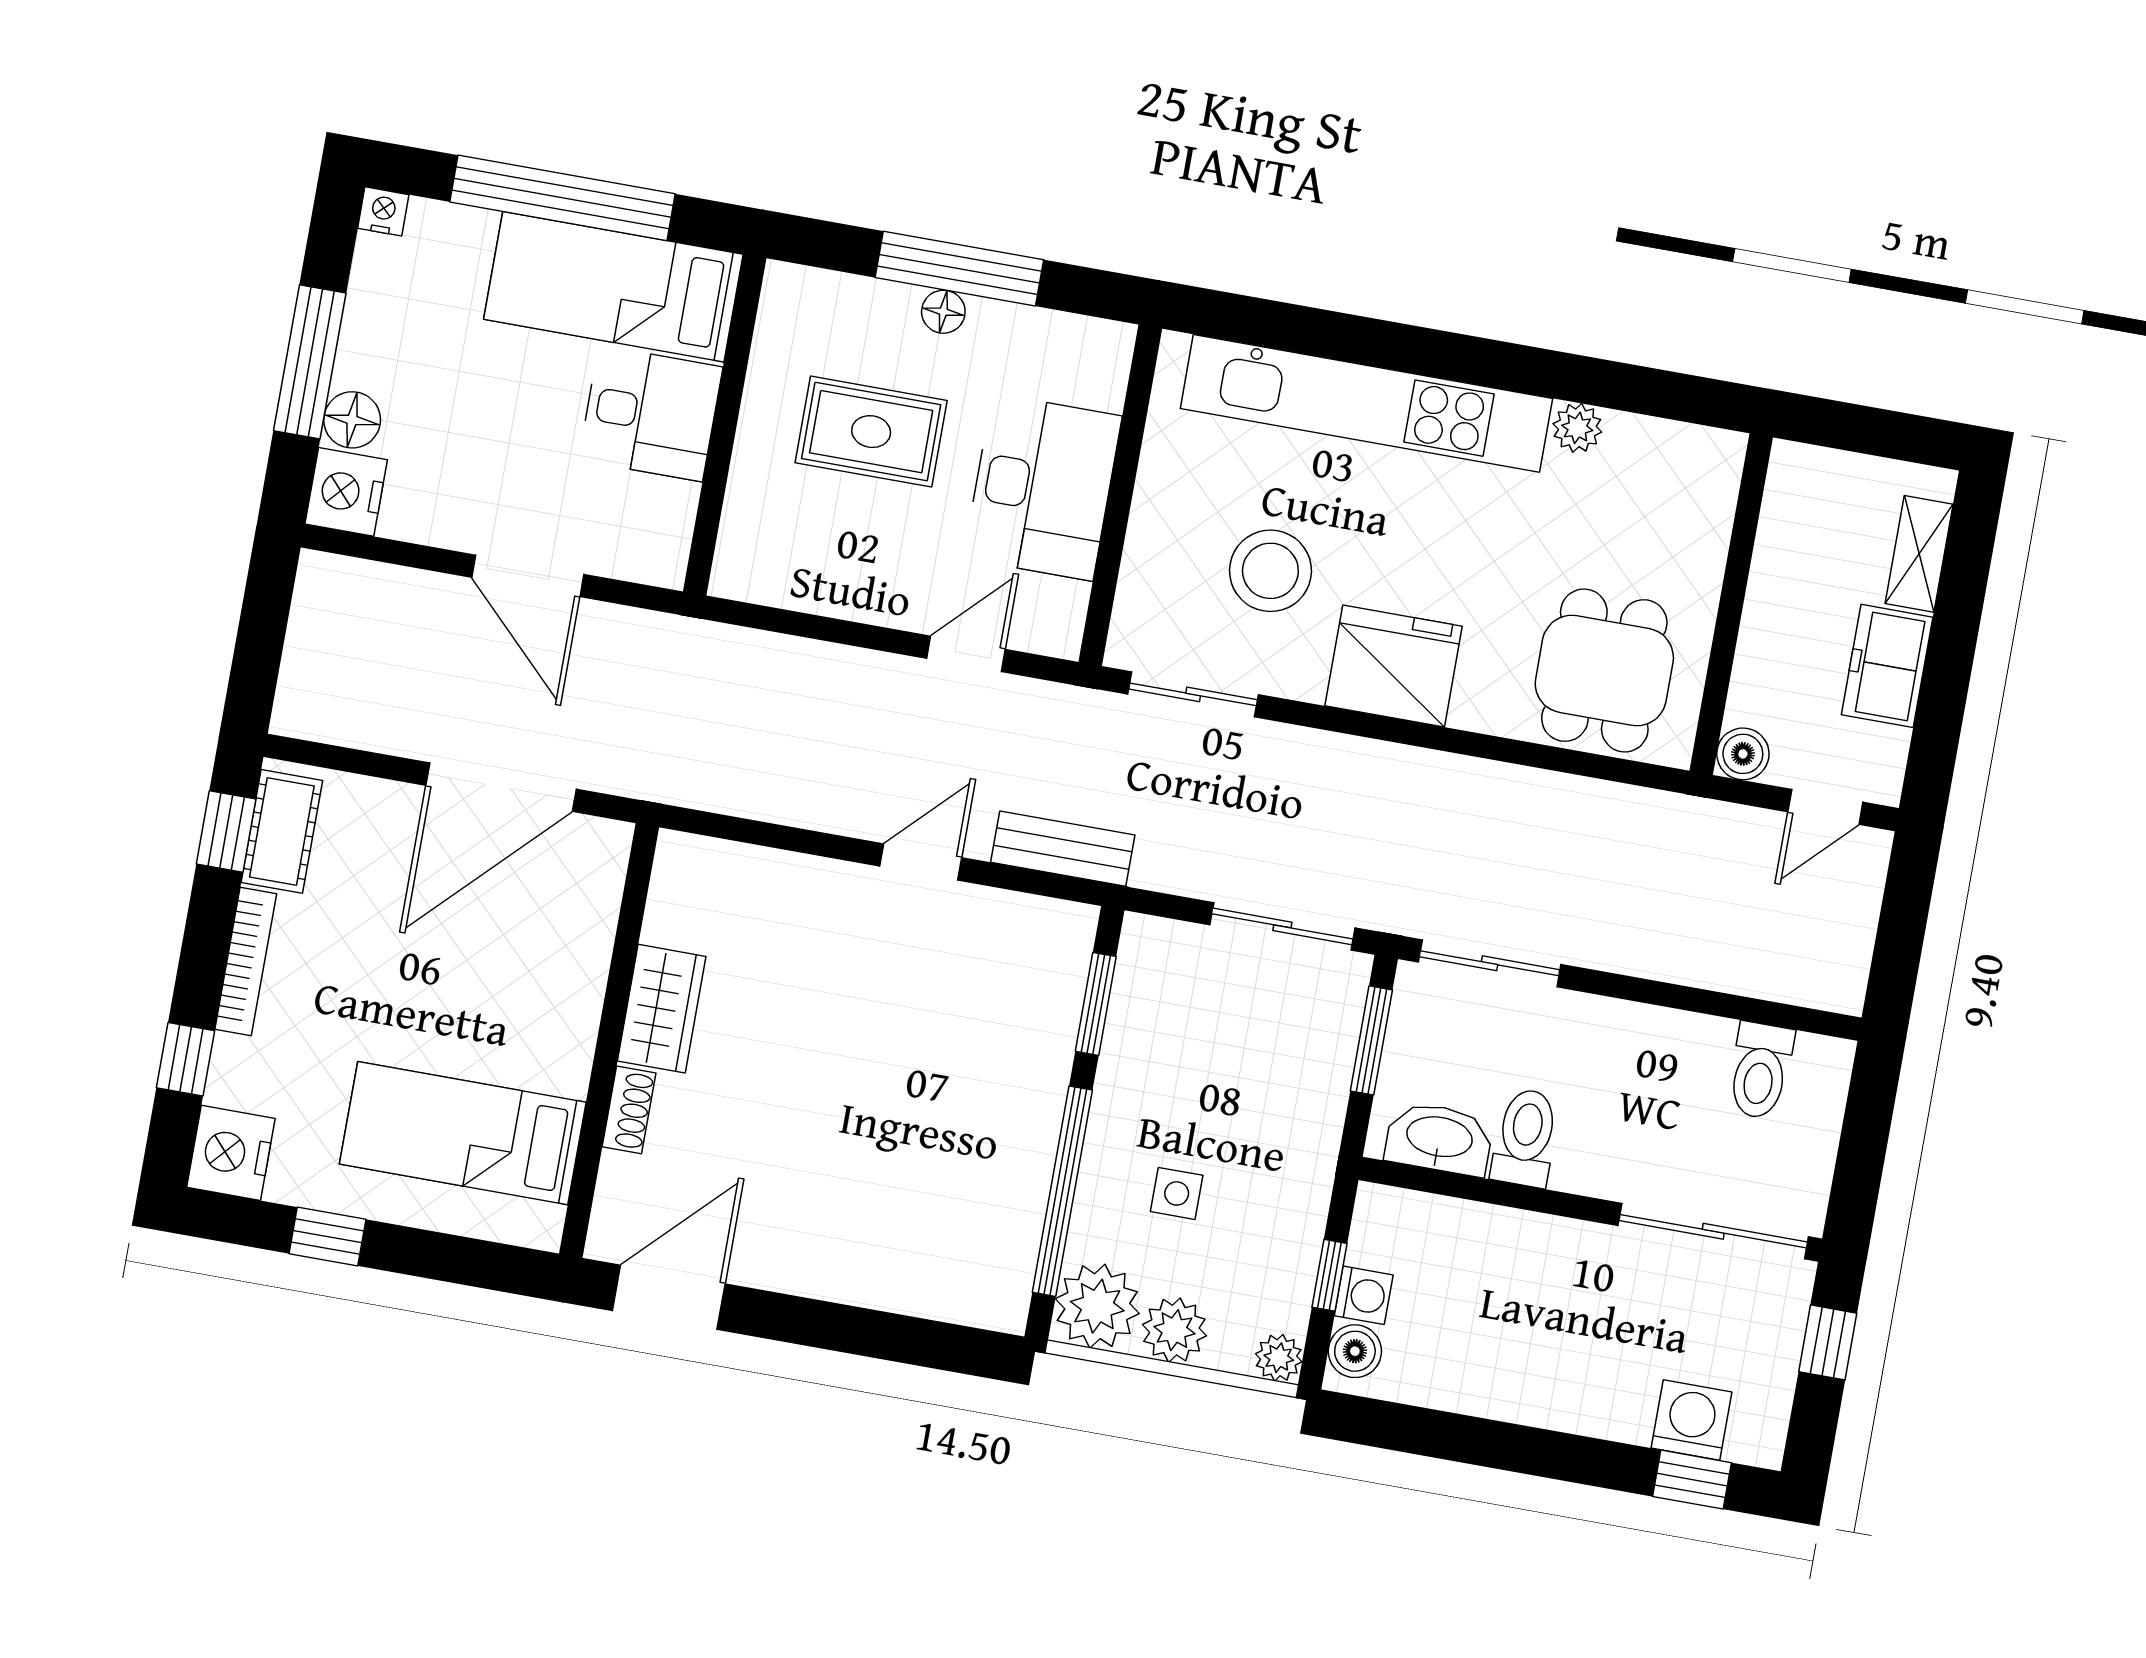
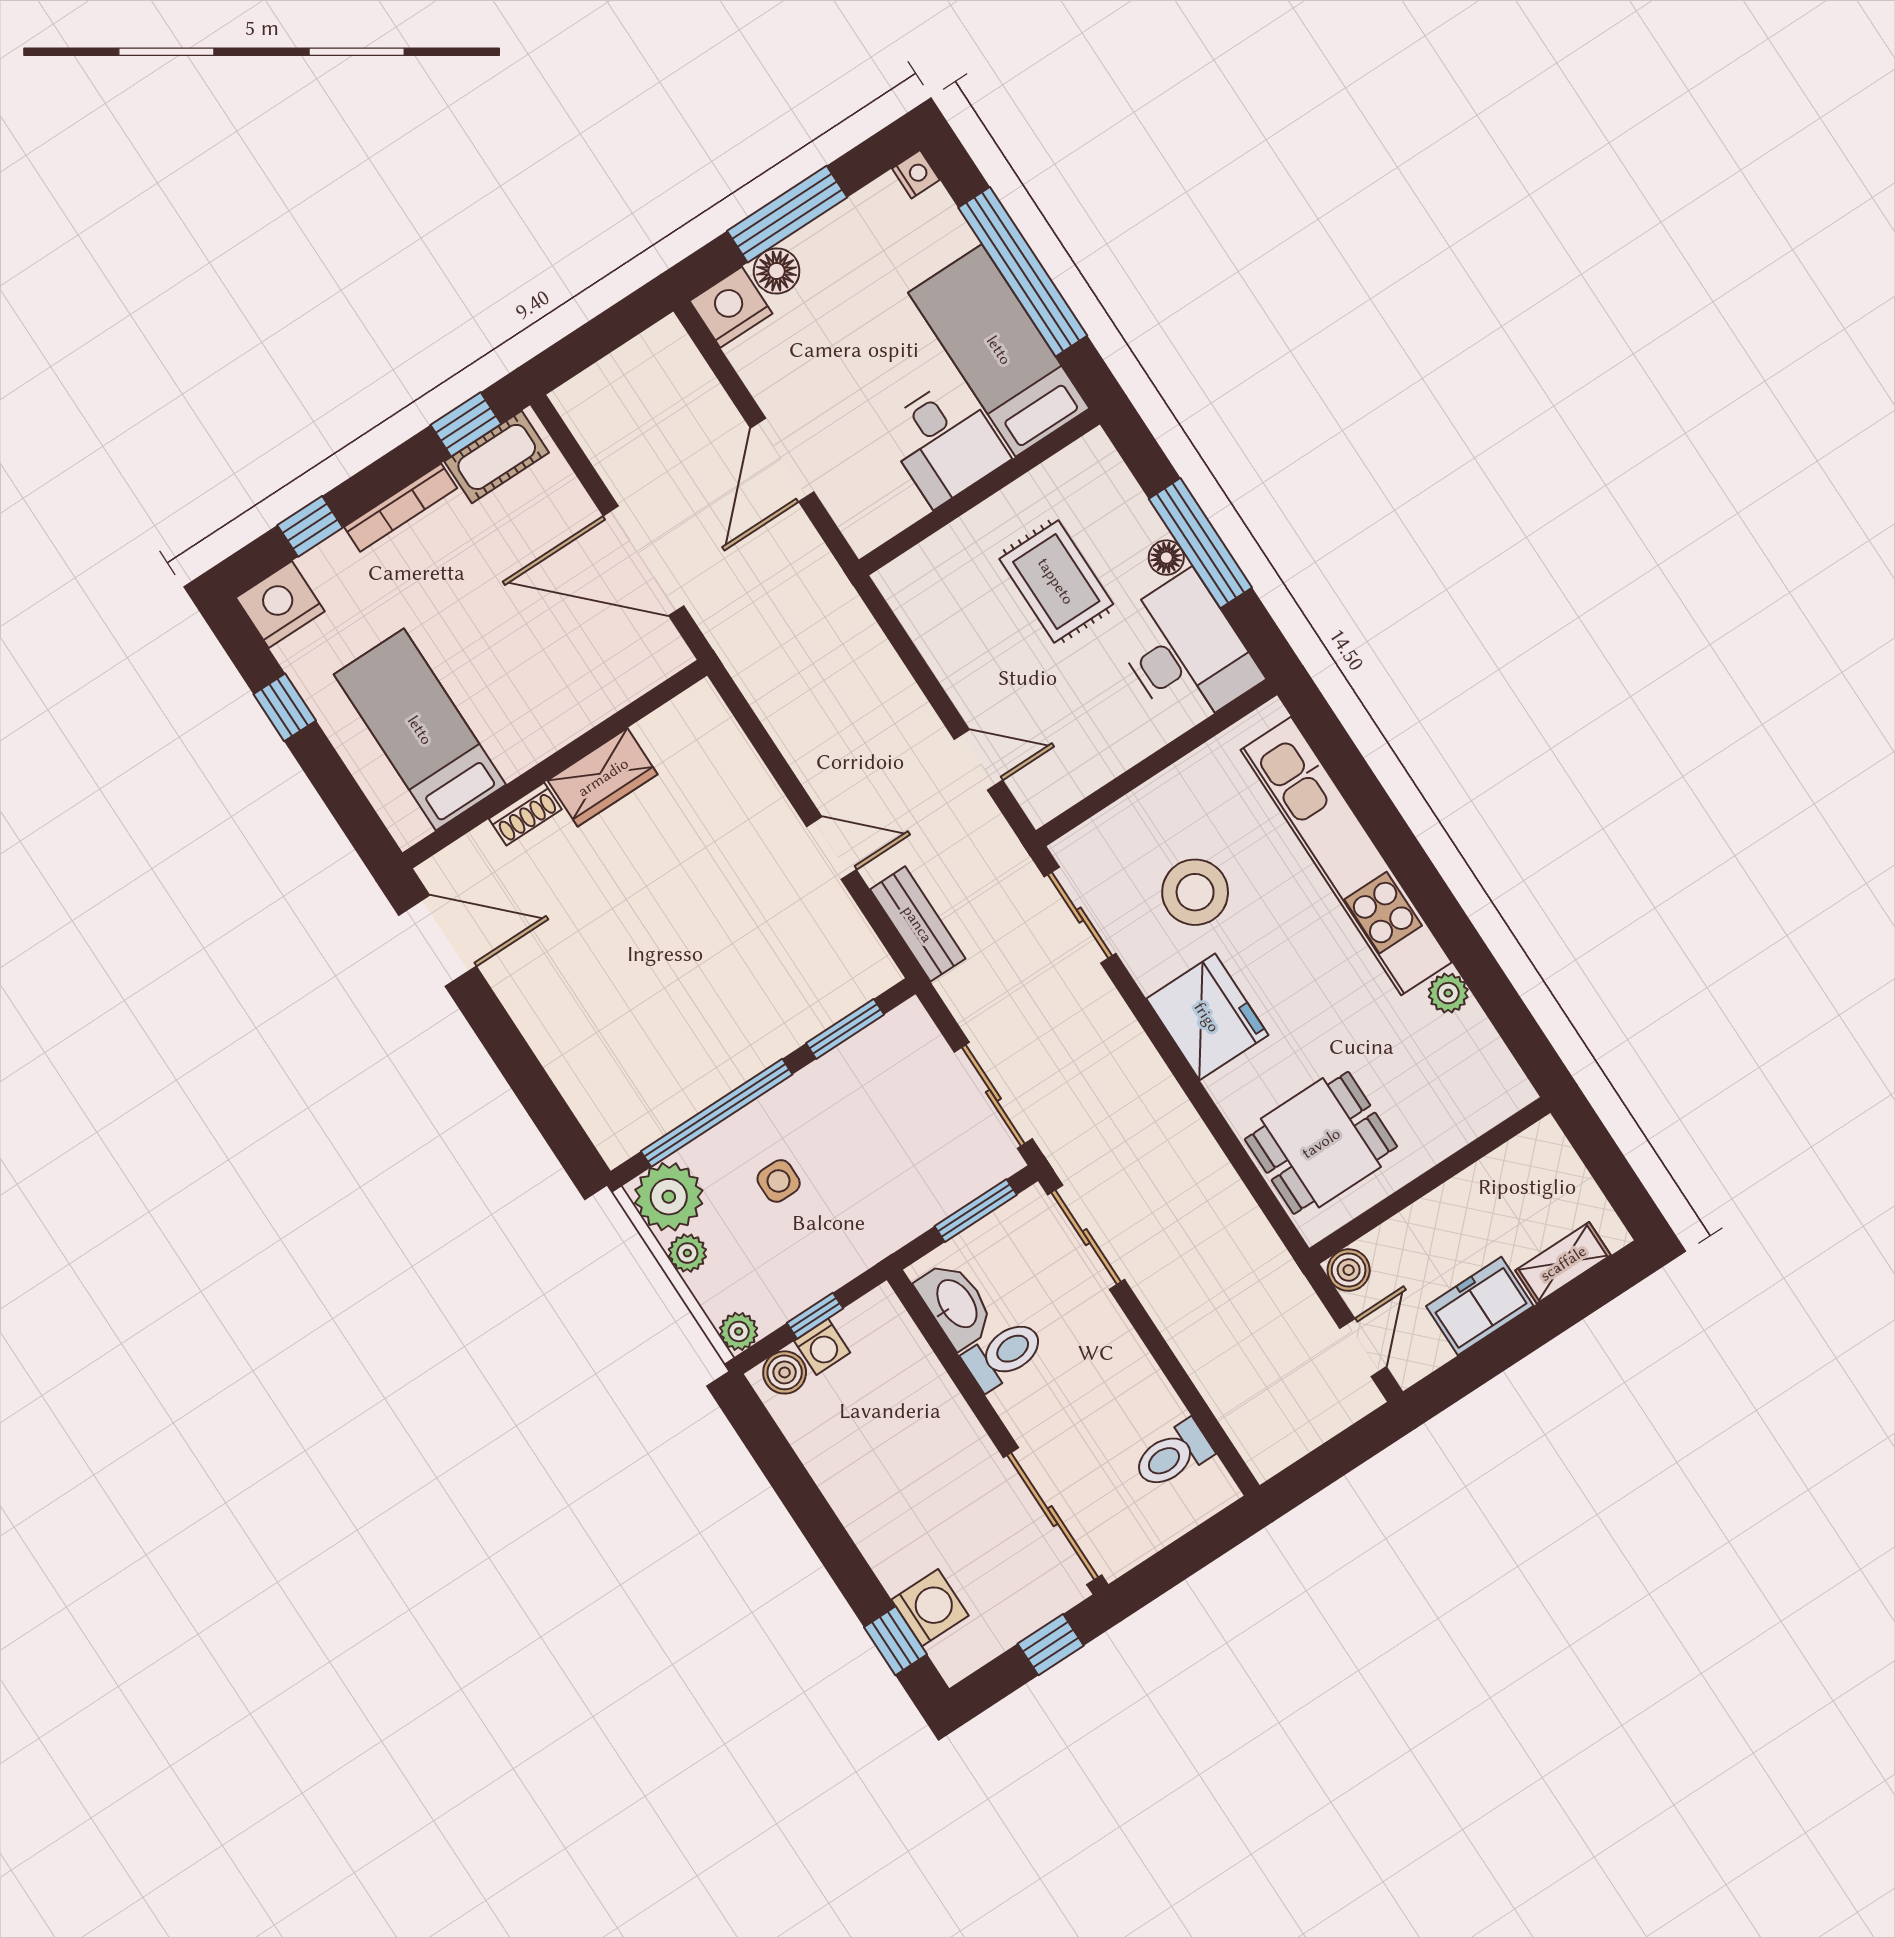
desk: (1043, 487) -> (1185, 652), moved, turned -90
door: (1825, 807) -> (1363, 1348), swing flipped
plant: (1174, 1330) -> (687, 1253), width x0.73, depth x0.73

